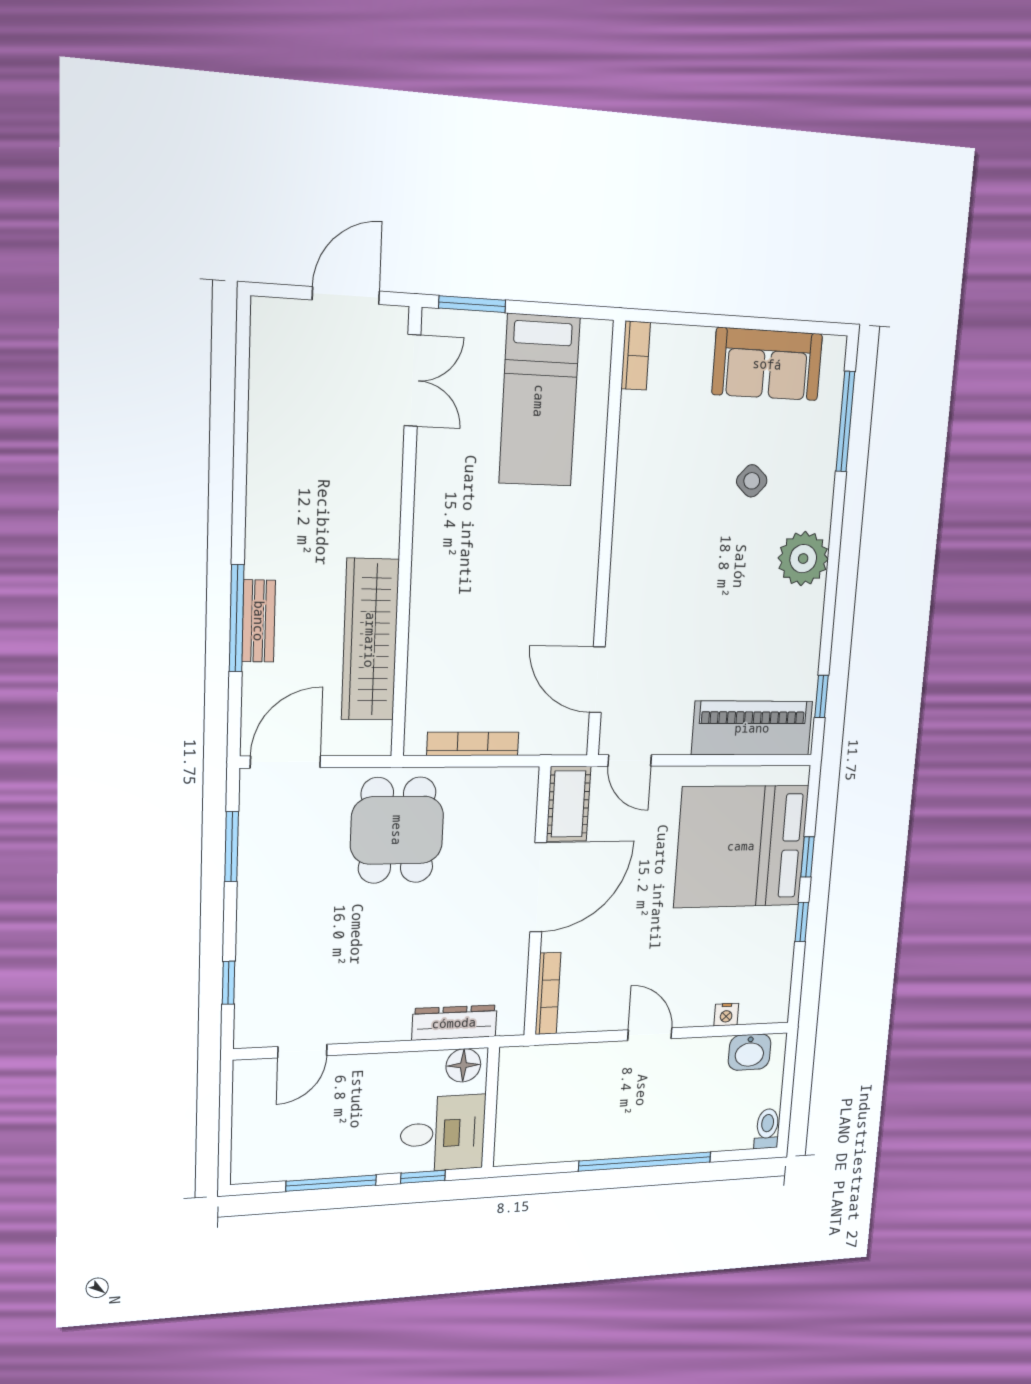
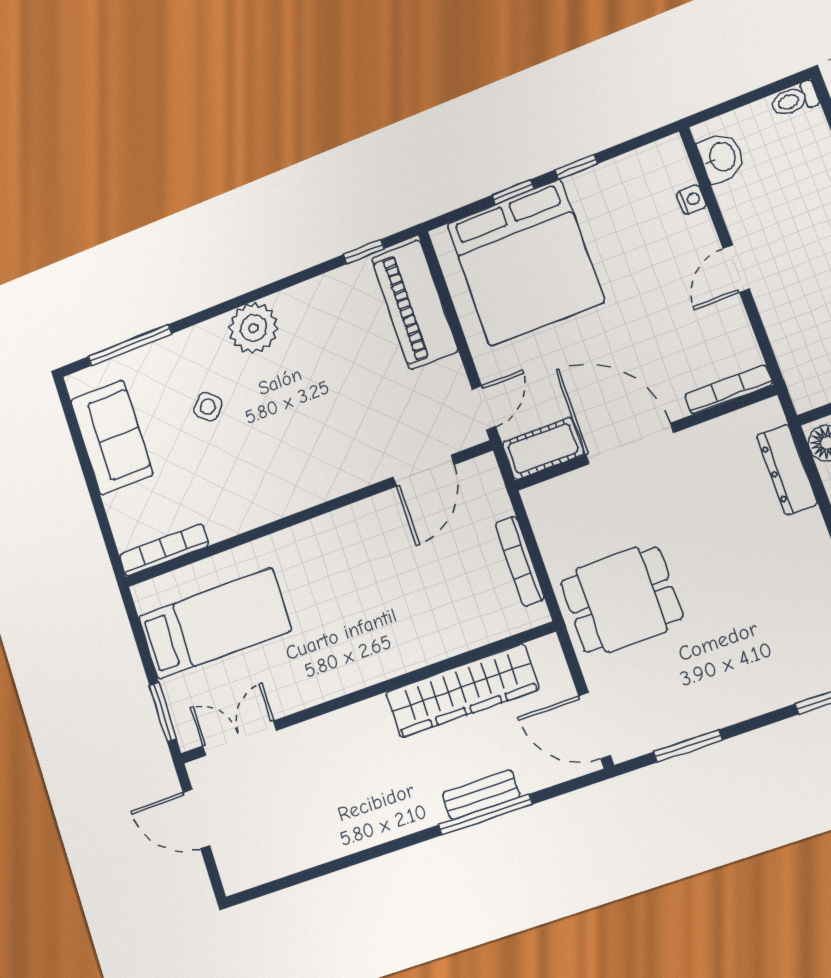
bookcase: (636, 356) -> (164, 550), width x1.56

